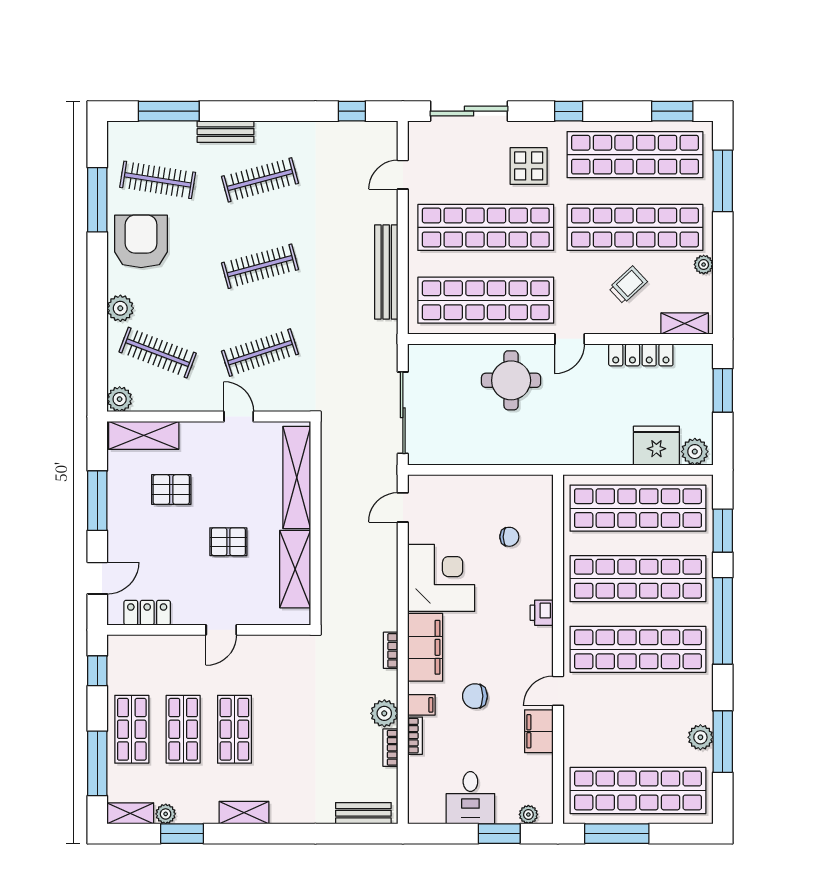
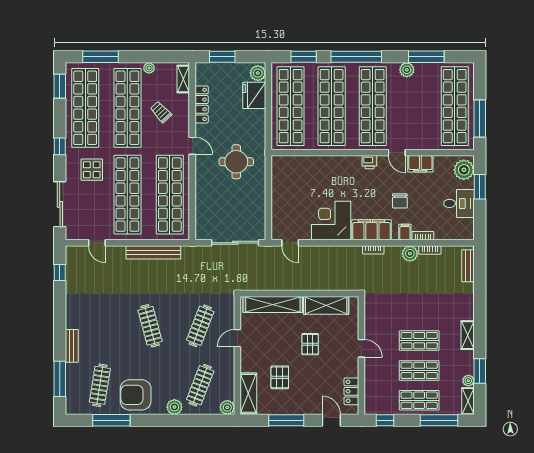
clothes rail: (260, 180) -> (100, 326), removed
clothes rail: (260, 353) -> (200, 326), turned 39
round table: (511, 380) -> (236, 162), moved
chair: (509, 537) -> (307, 181), removed
printer: (542, 613) -> (369, 162), moved
plant: (700, 737) -> (407, 70), moved
plant: (528, 815) -> (464, 170), width x1.88, depth x1.88

